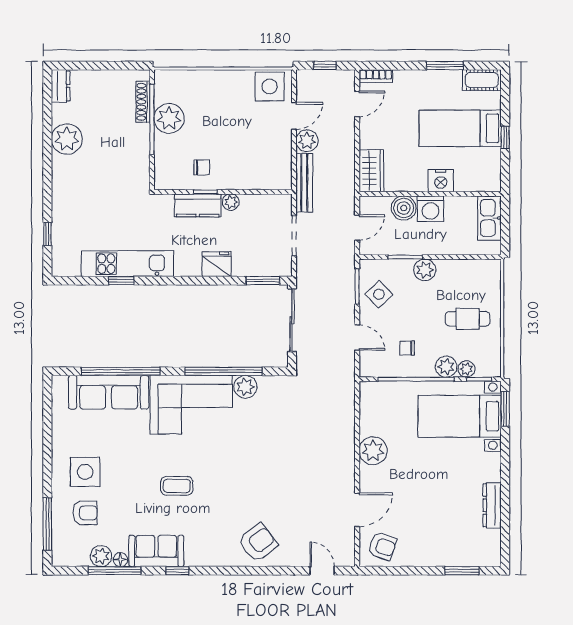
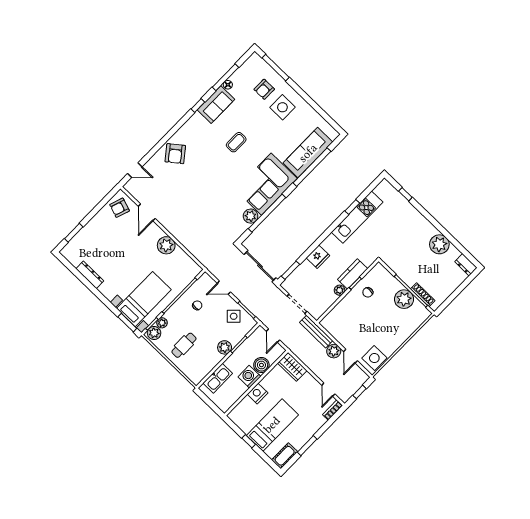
kitchen sink: (489, 218) -> (218, 378), moved, turned 90
plant: (446, 367) -> (154, 333), moved
plant: (101, 556) -> (238, 78), removed

